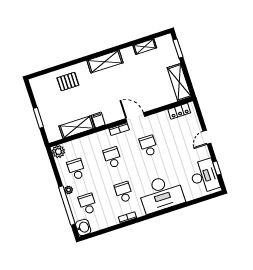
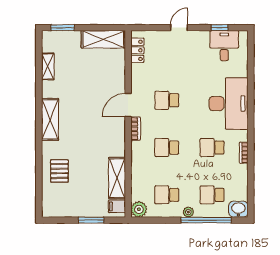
filing cabinet: (98, 120) -> (117, 206), moved
door: (207, 137) -> (179, 28), swing flipped
desk: (204, 176) -> (224, 46), width x0.73

